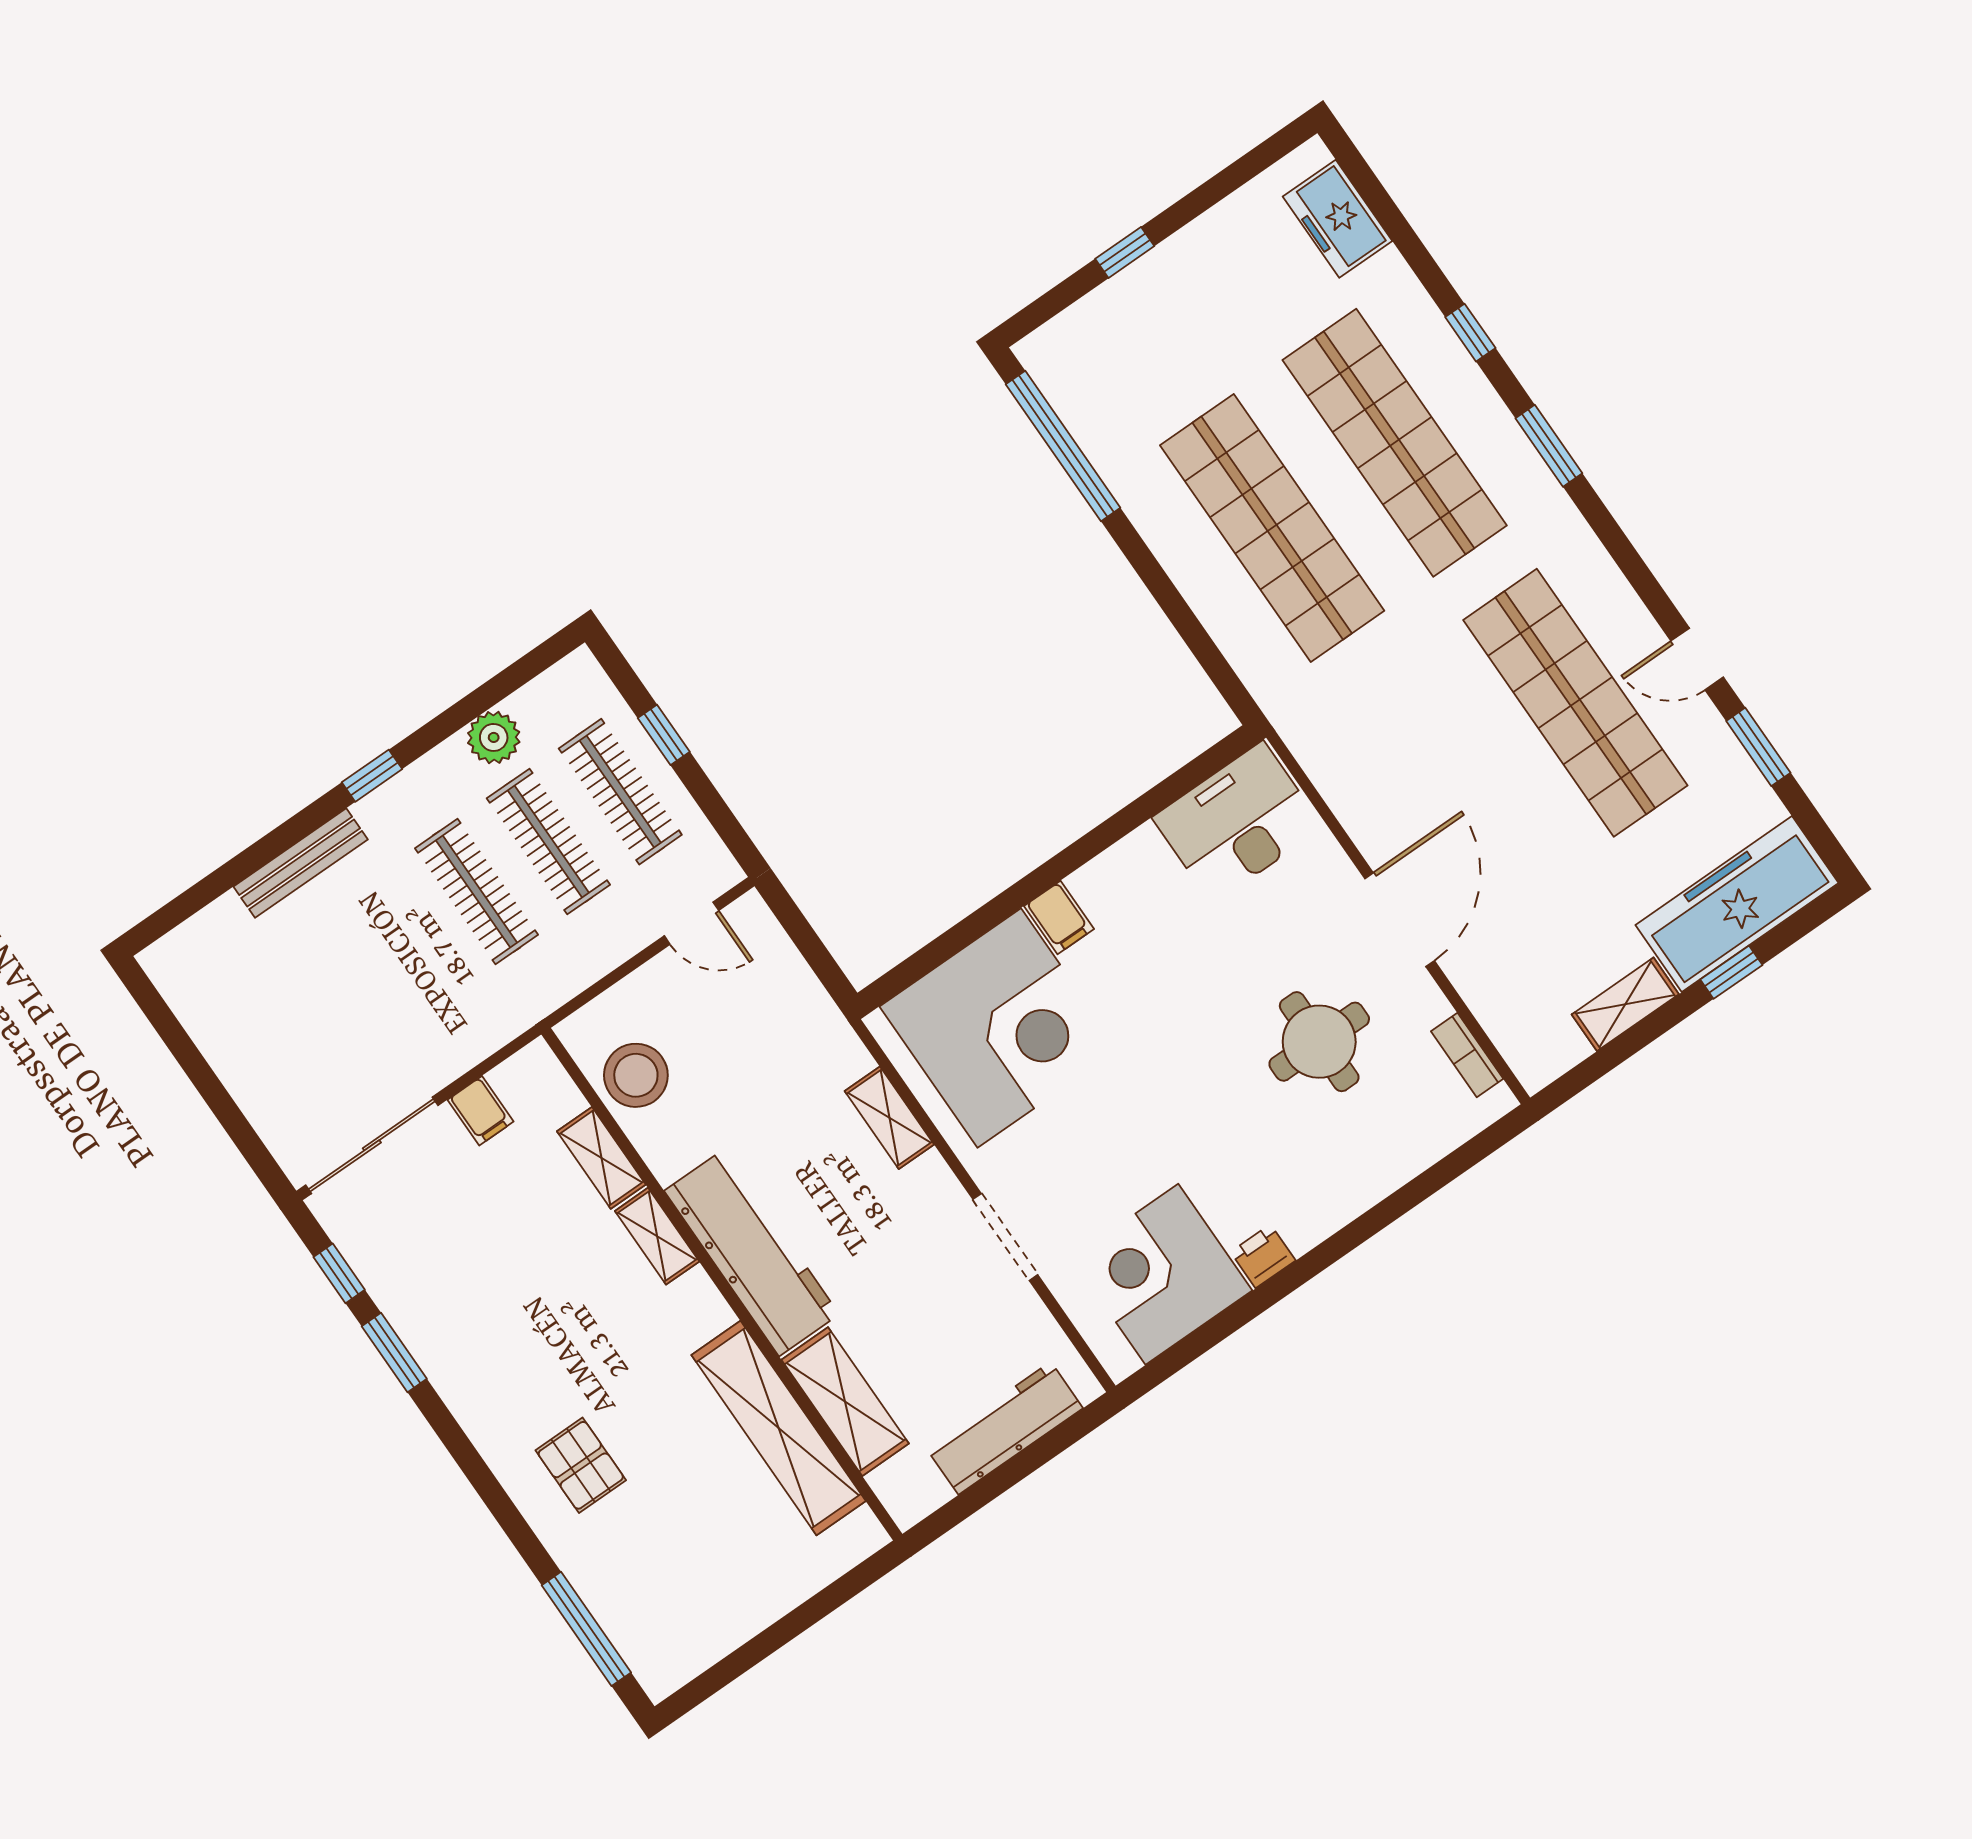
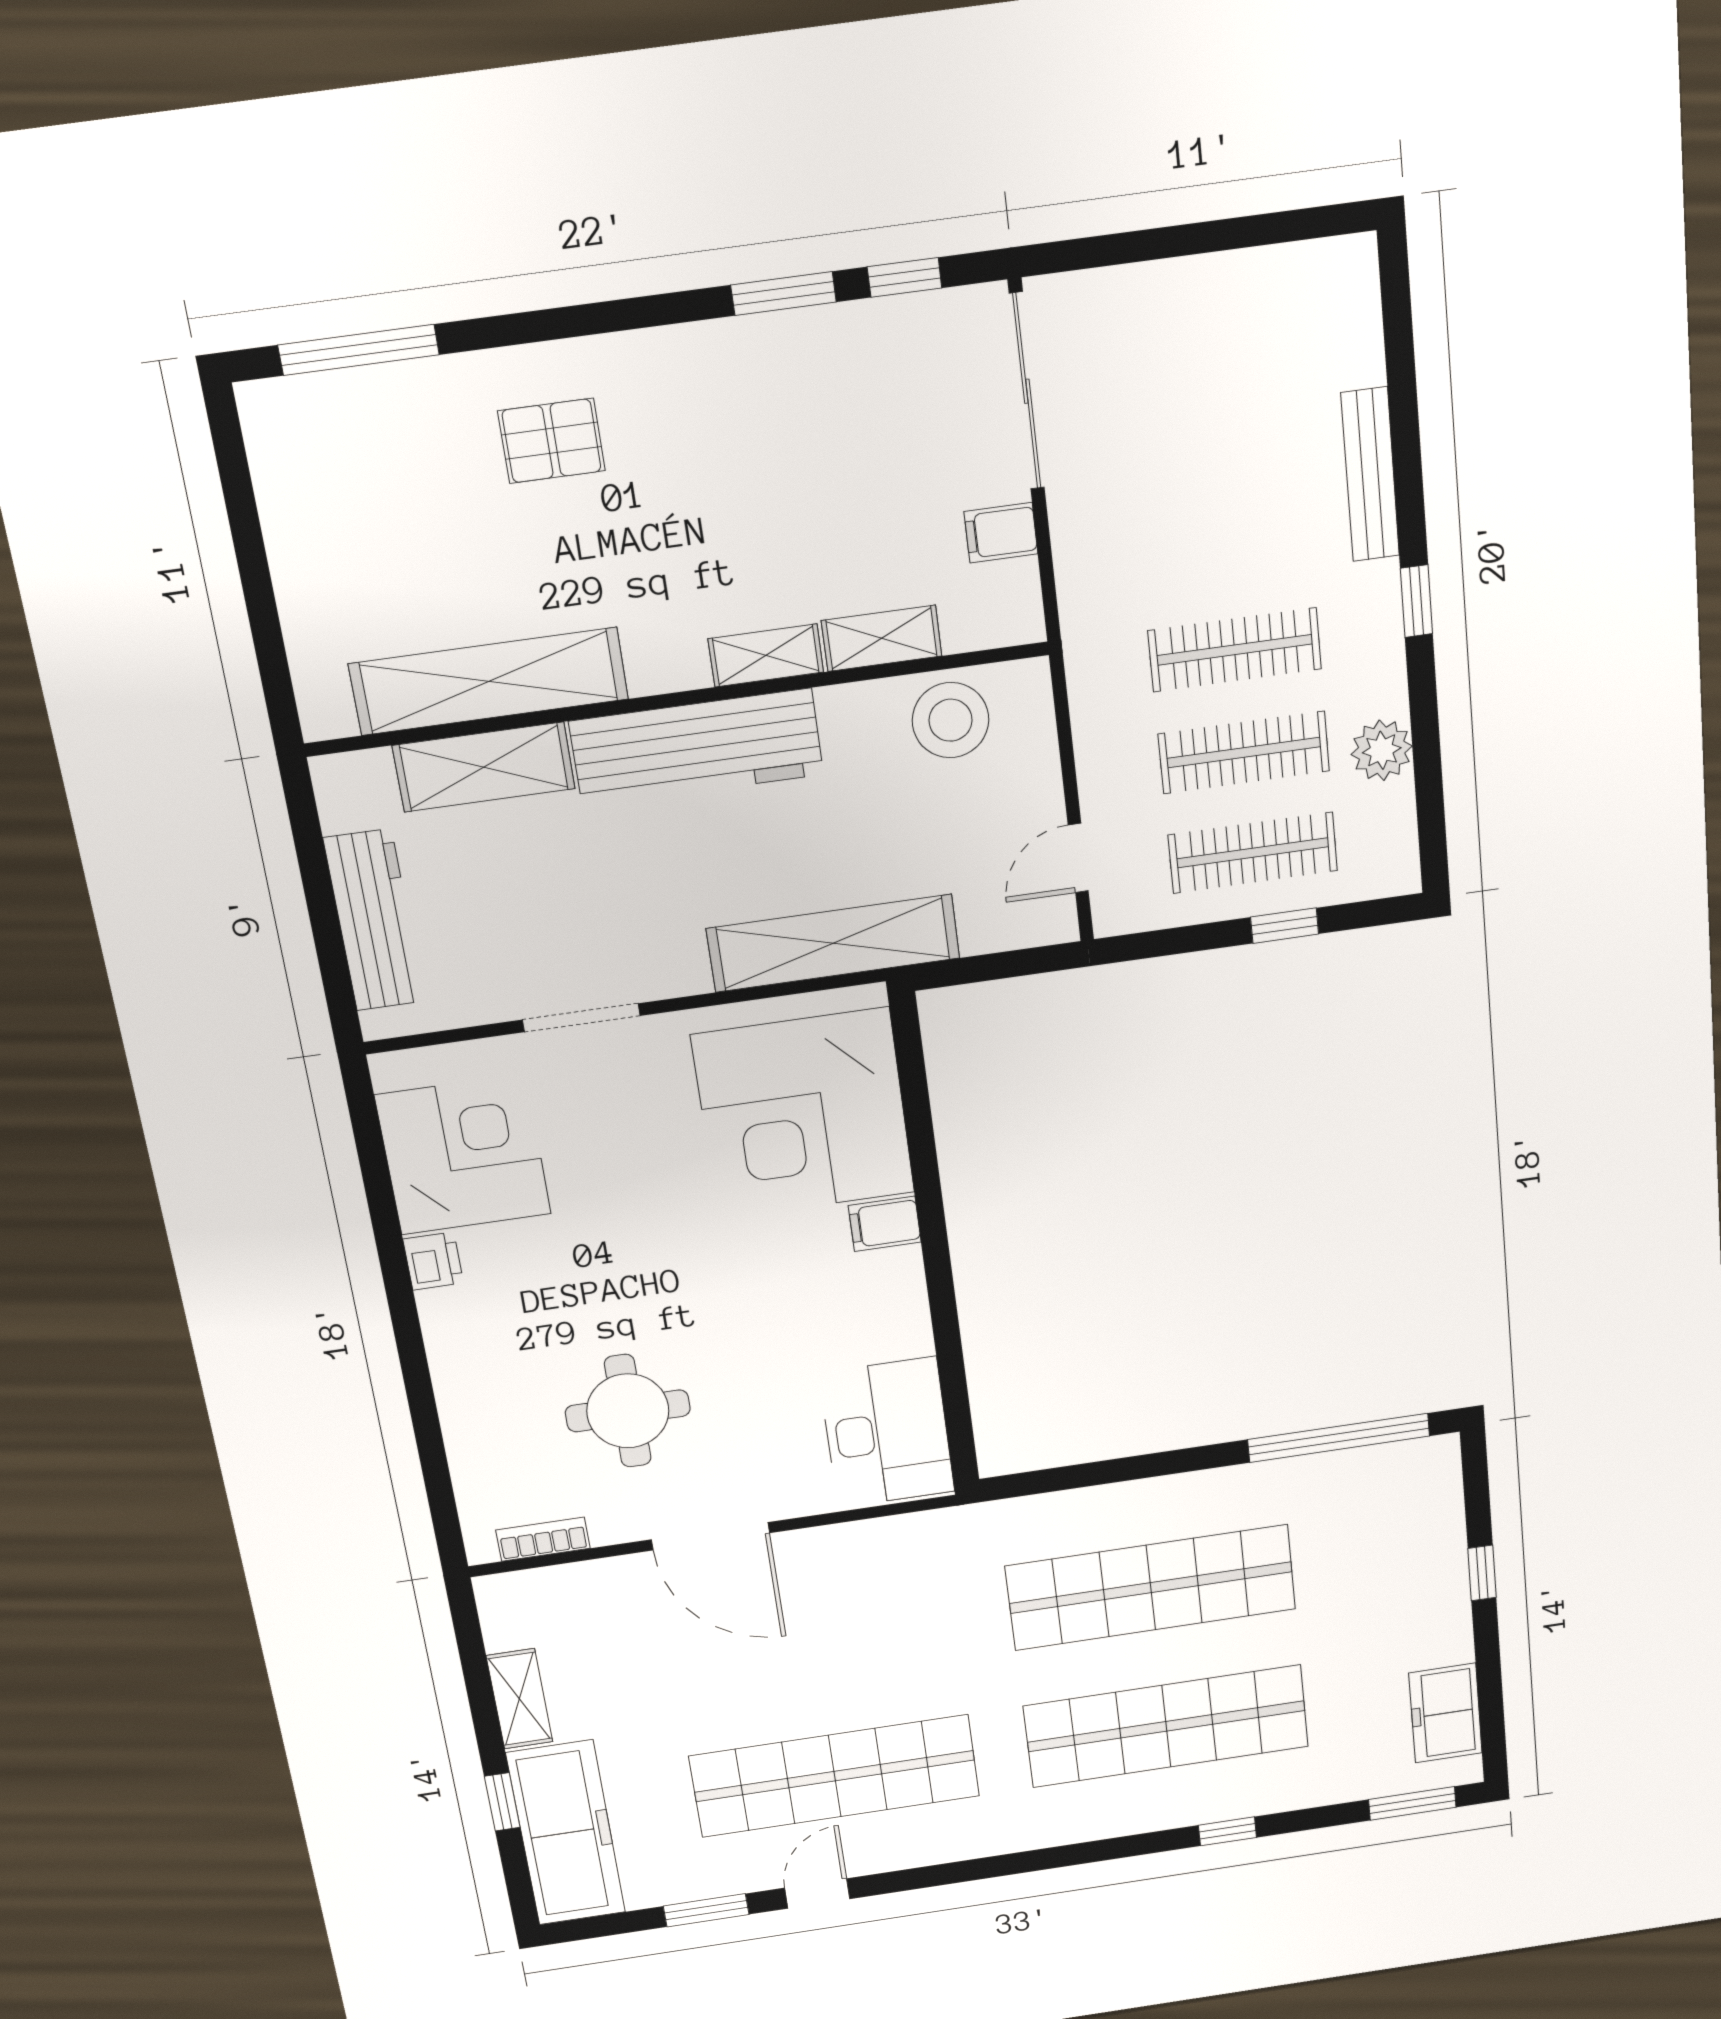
freezer: (1338, 219) -> (1446, 1713), moved, turned -90
window: (1549, 446) -> (1412, 1803), moved
shelving: (889, 1118) -> (833, 943), width x2.20, depth x1.33

